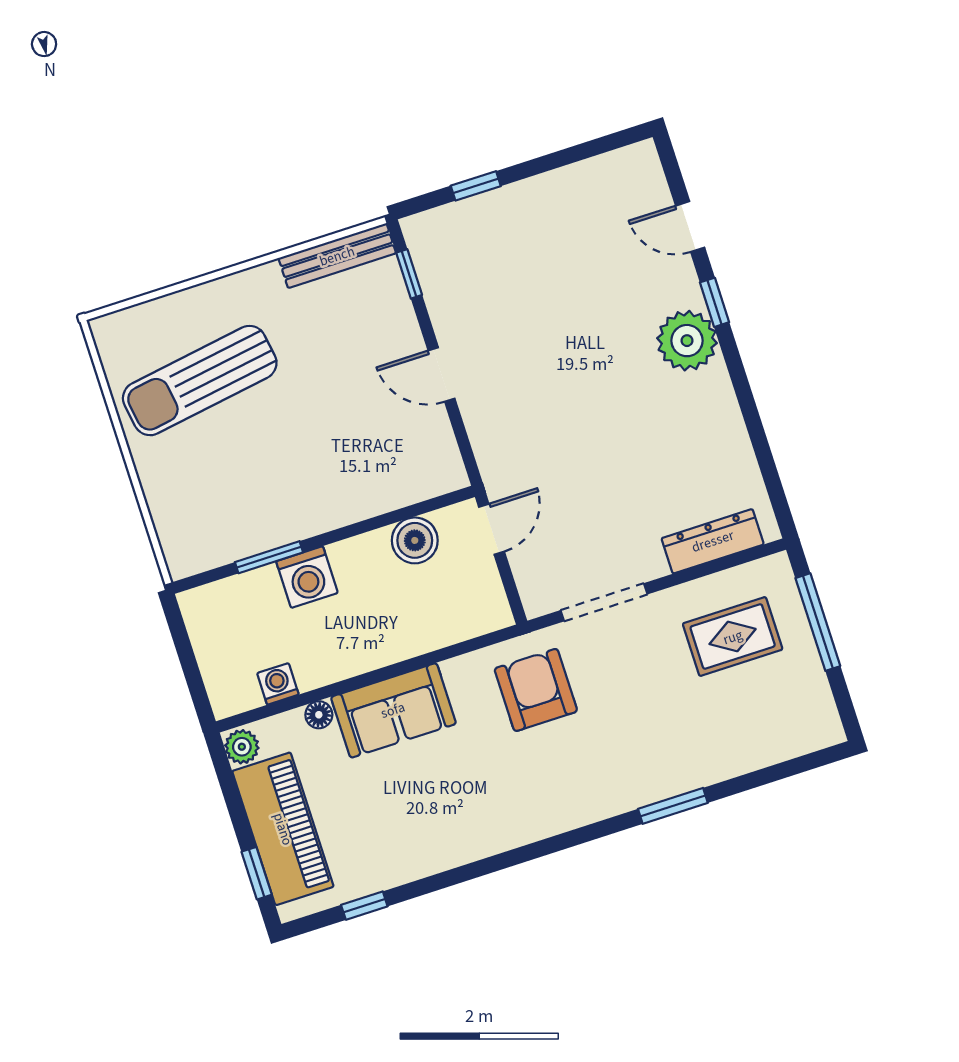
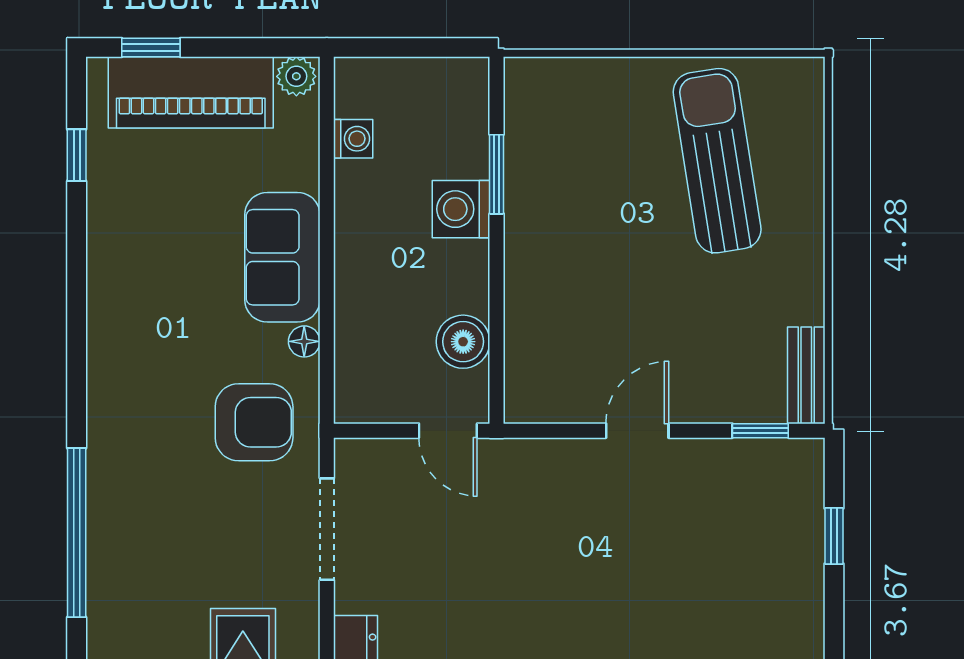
bench: (337, 256) -> (806, 375), width x0.73
floor lamp: (319, 715) -> (304, 341), moved
window: (673, 806) -> (77, 533), width x2.11

